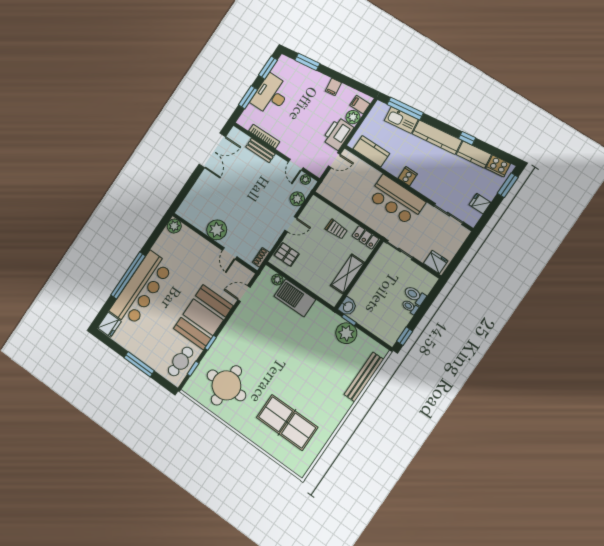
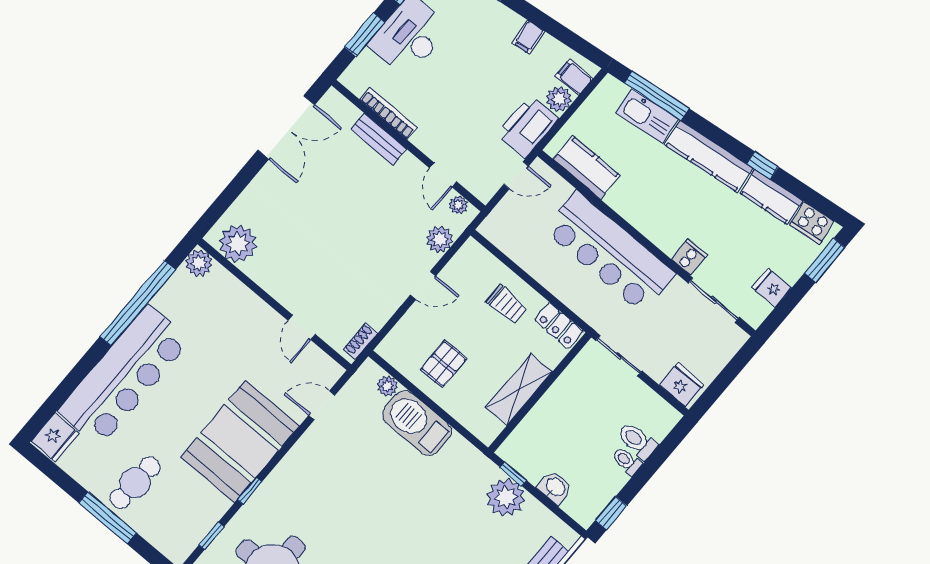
cooker: (408, 176) -> (689, 257), moved
bar counter: (396, 200) -> (610, 252), width x1.36
plant: (217, 230) -> (238, 244), moved
pallet: (287, 254) -> (444, 364), moved, turned 90
window: (128, 275) -> (138, 303), moved
washbasin: (348, 307) -> (555, 487), moved, turned -90
cafe table: (181, 361) -> (135, 483), moved

